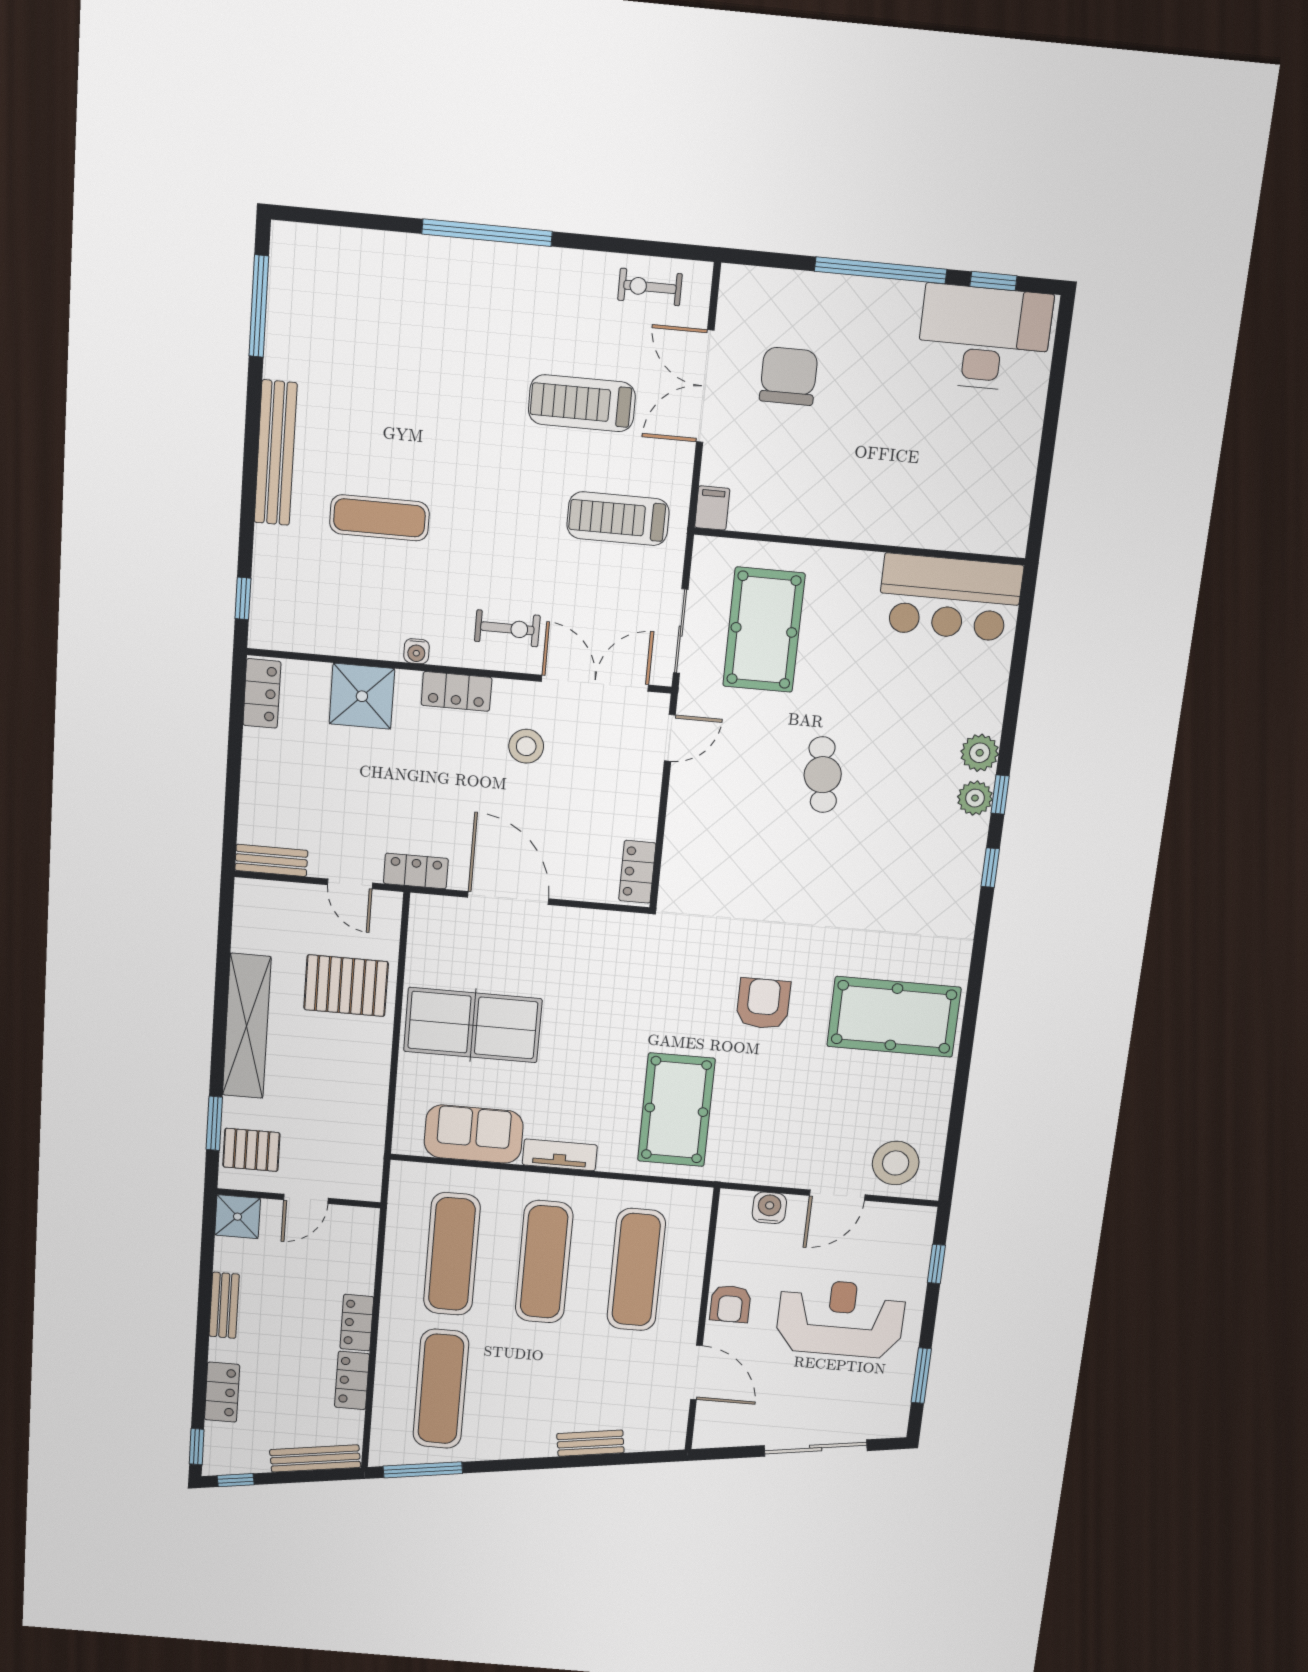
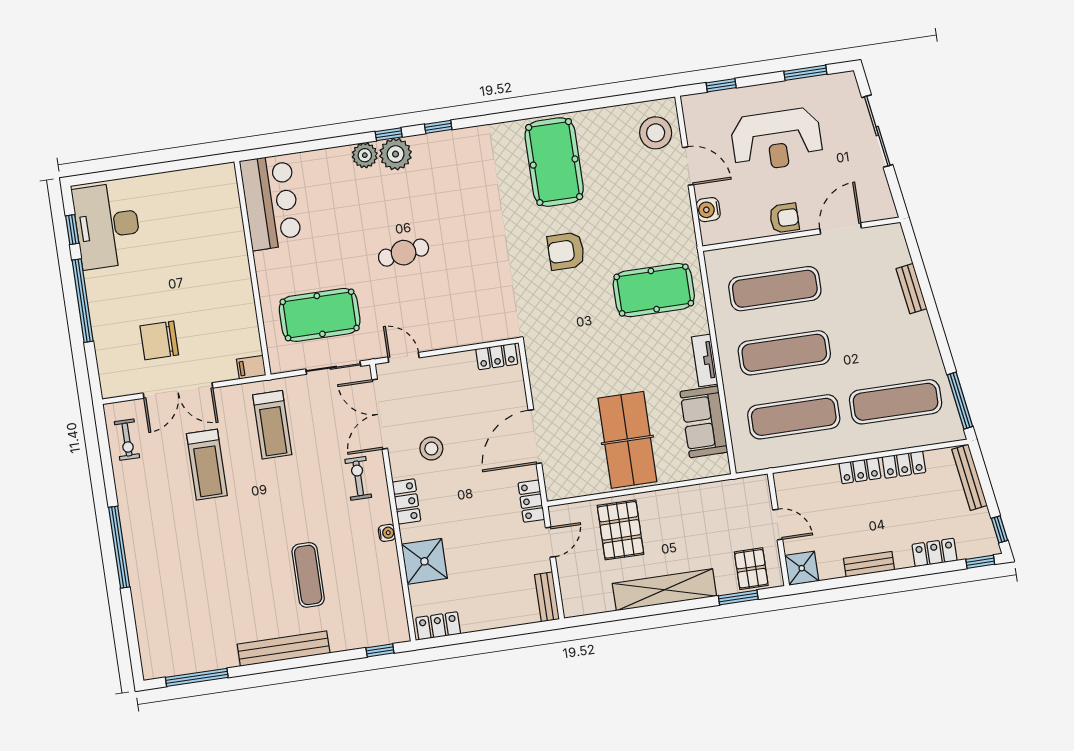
plant: (975, 798) -> (396, 154), width x1.36, depth x1.36
reception desk: (841, 1318) -> (777, 140), turned -90

